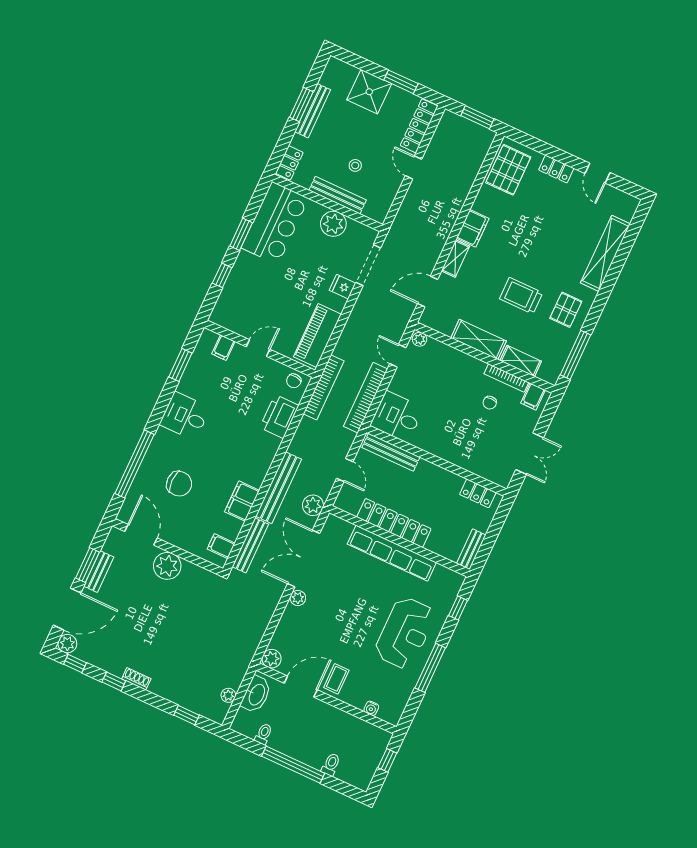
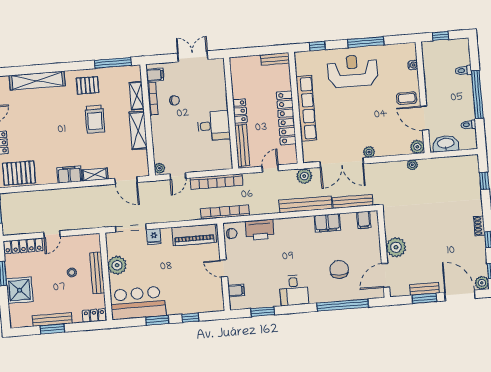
desk: (397, 417) -> (214, 126), moved, turned -90
locker: (478, 493) -> (240, 111), moved
plant: (228, 695) -> (412, 165), moved

